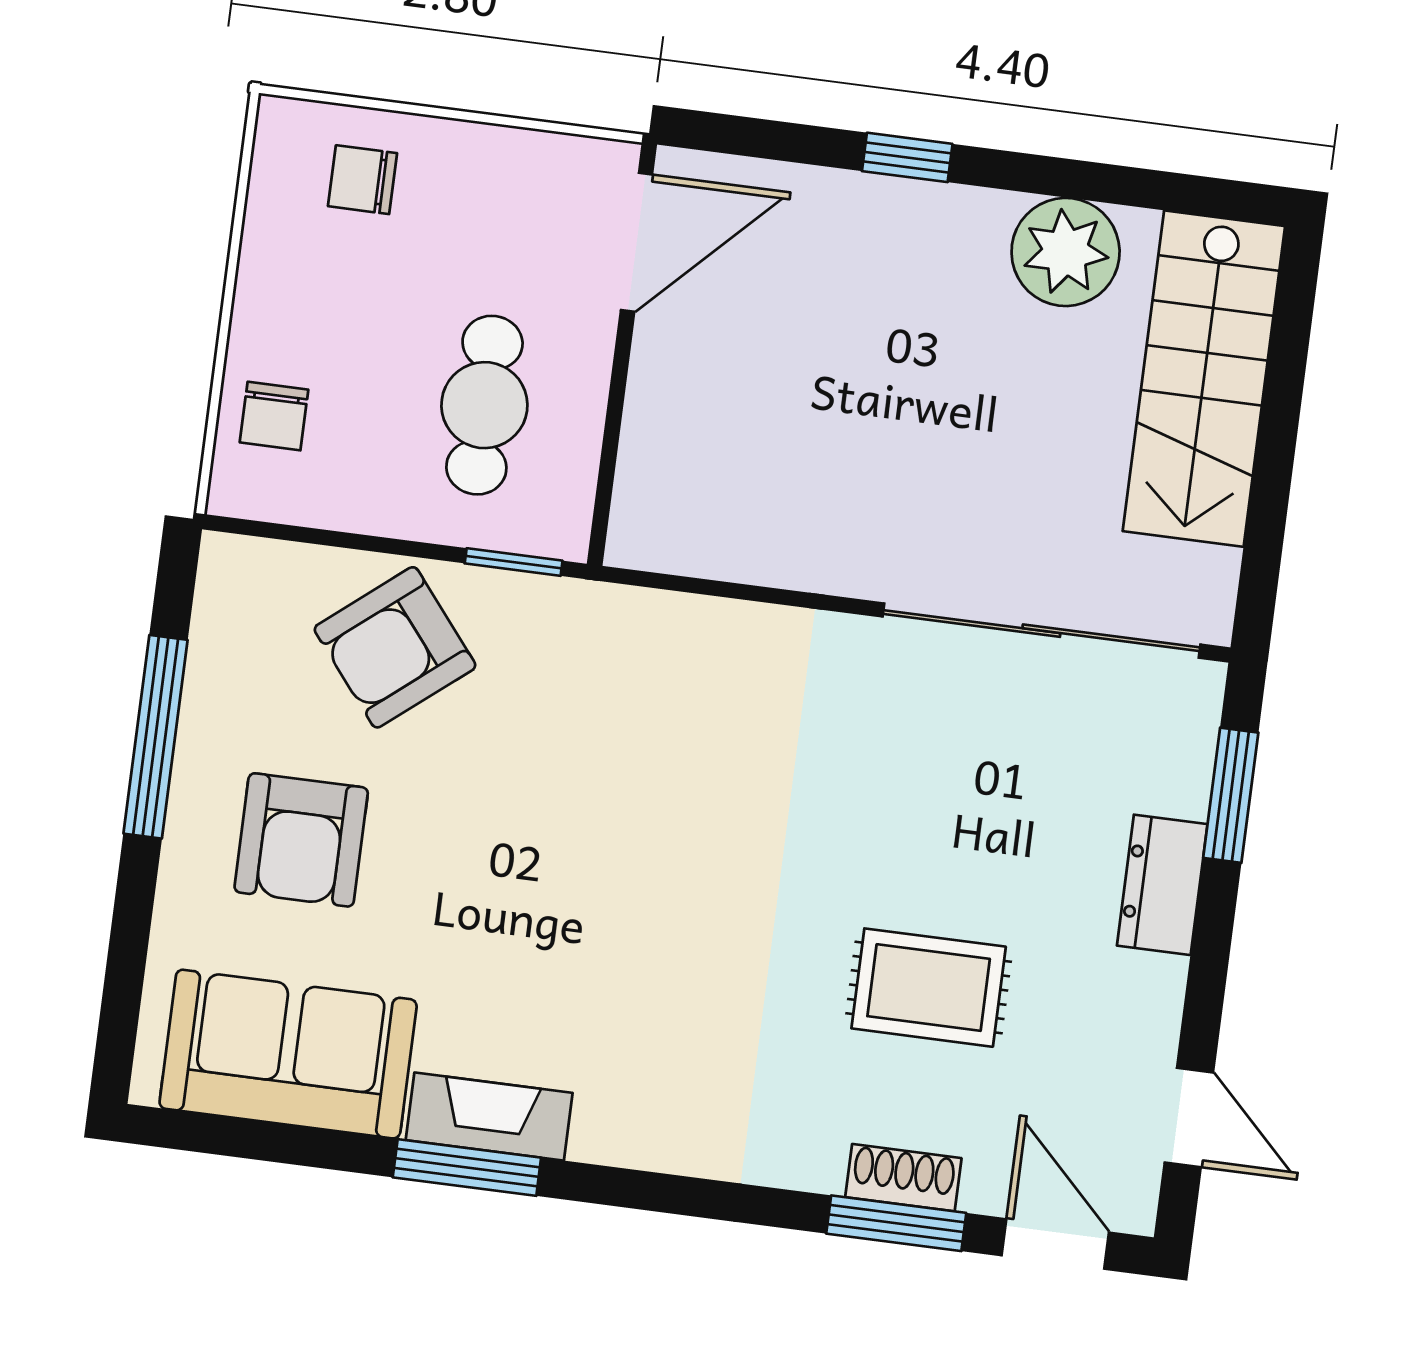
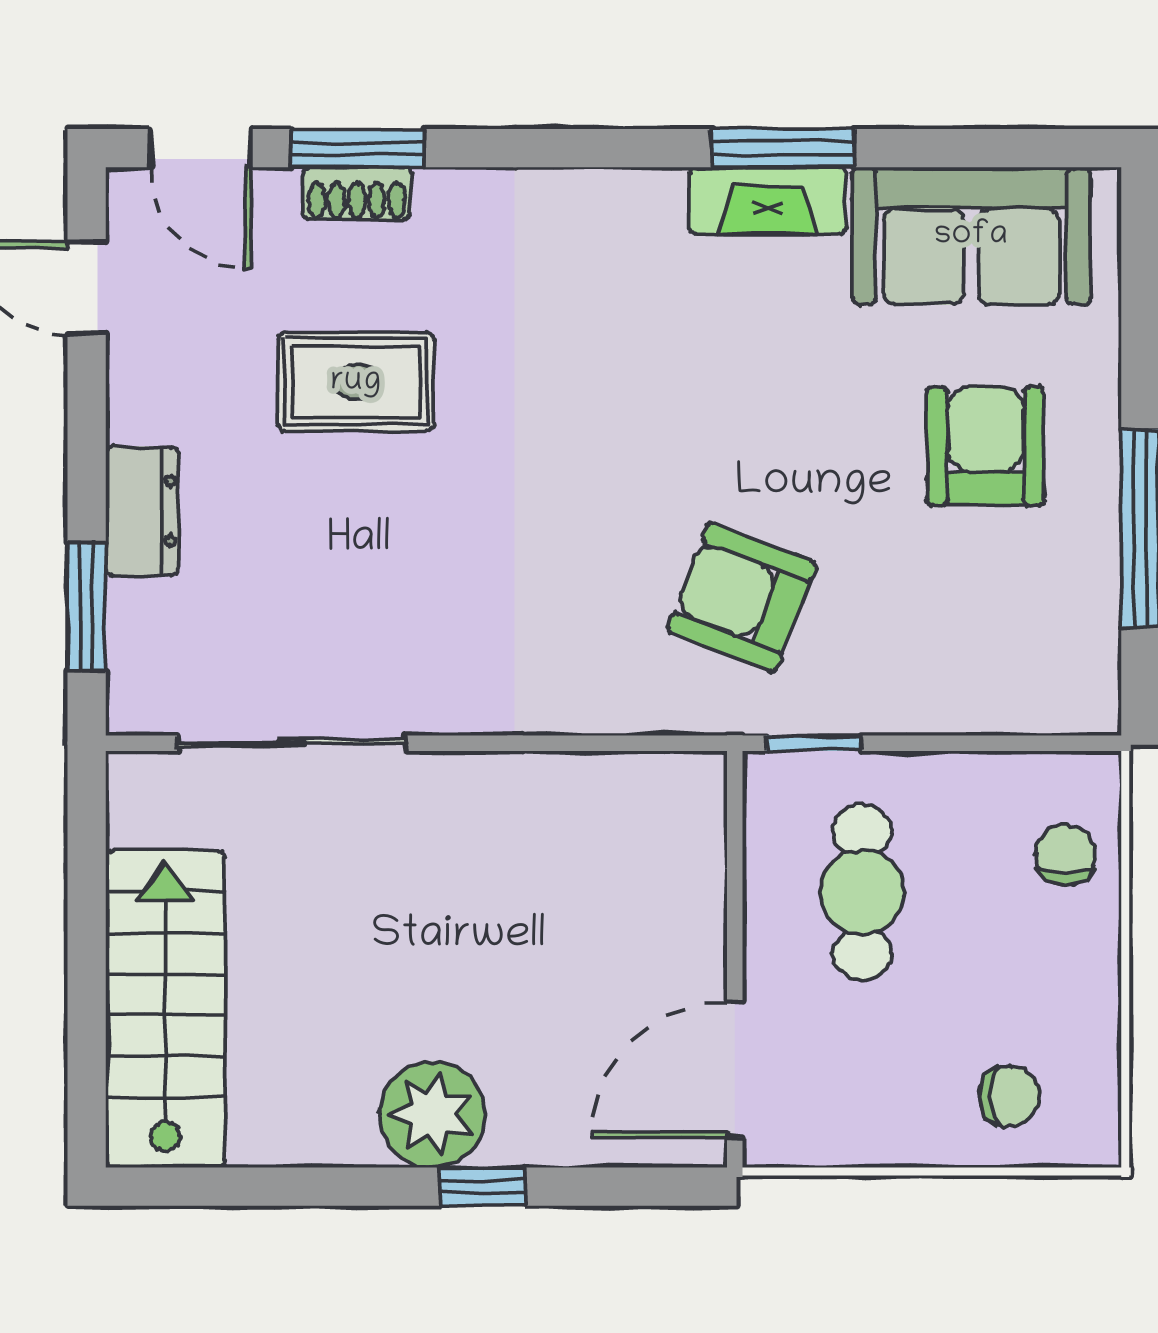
plant: (1066, 252) -> (433, 1115), moved
sliding door: (1041, 631) -> (292, 743), width x0.73
armchair: (395, 647) -> (742, 597), moved, turned -120

